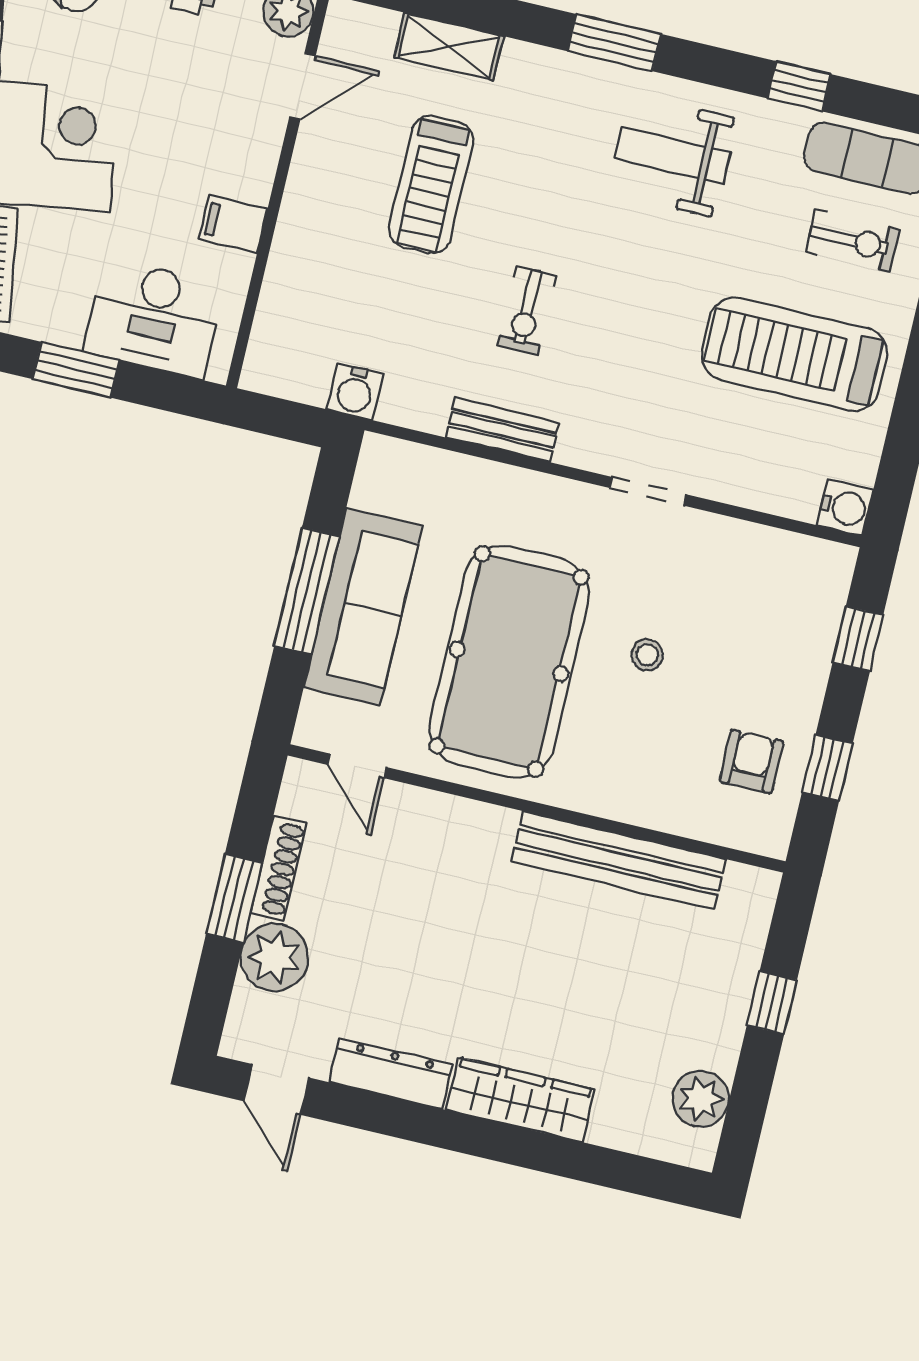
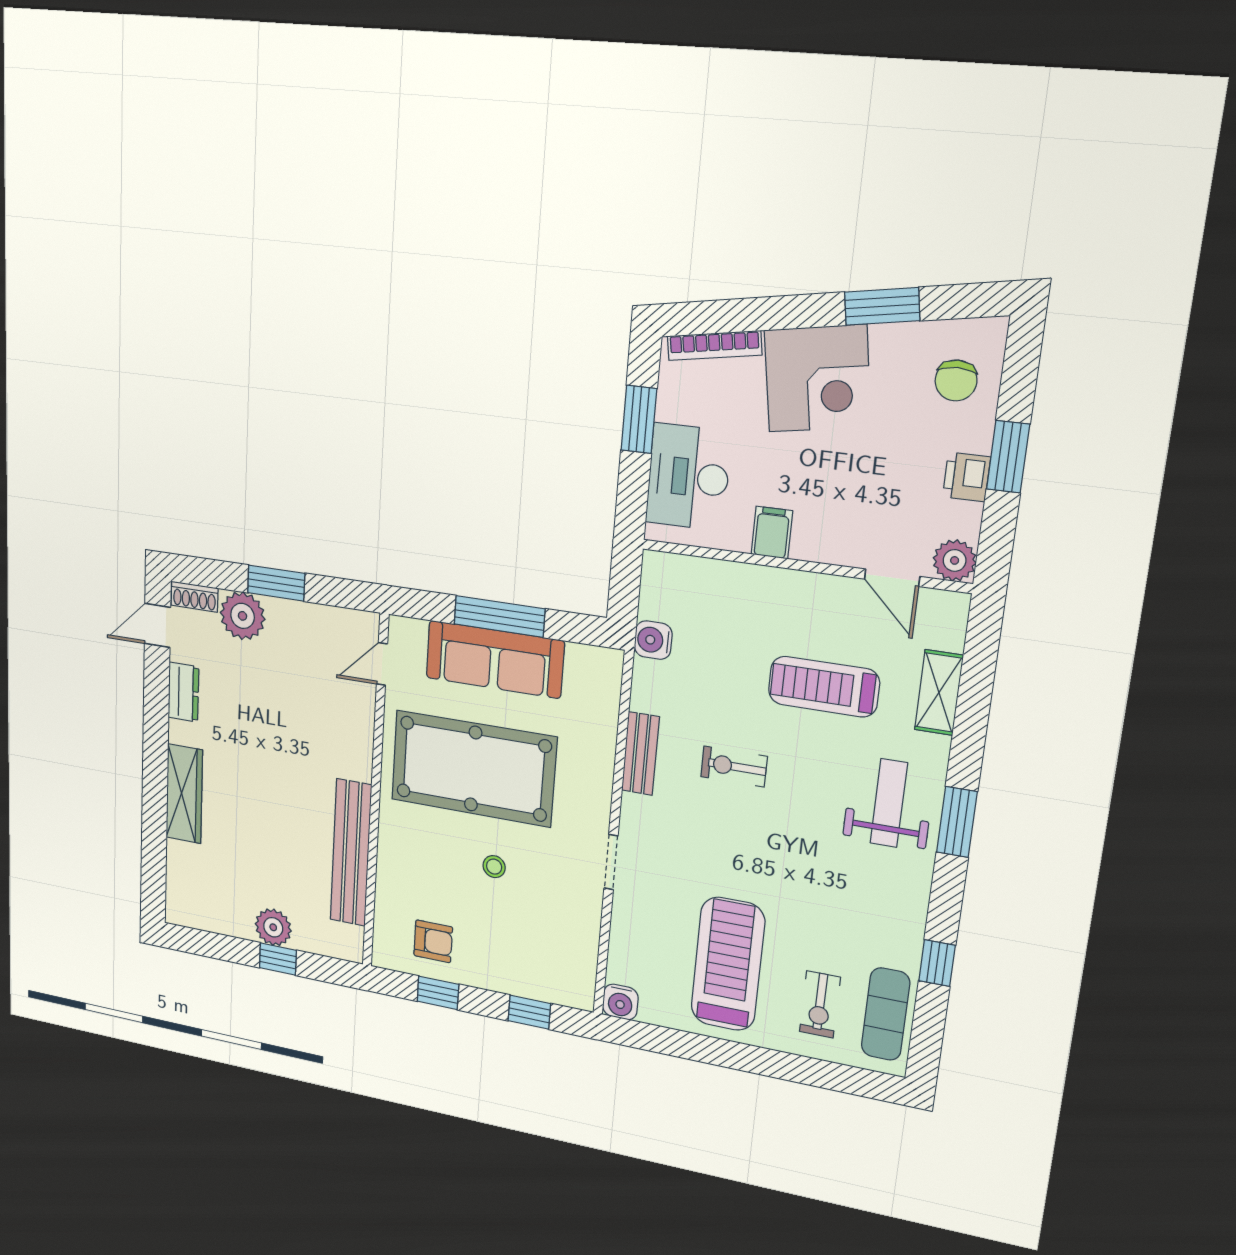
weight bench: (673, 155) -> (889, 803), moved
shoe rack: (278, 868) -> (194, 597), moved, width x0.70
dresser: (391, 1074) -> (183, 692), width x0.70
plant: (701, 1099) -> (273, 927), moved

